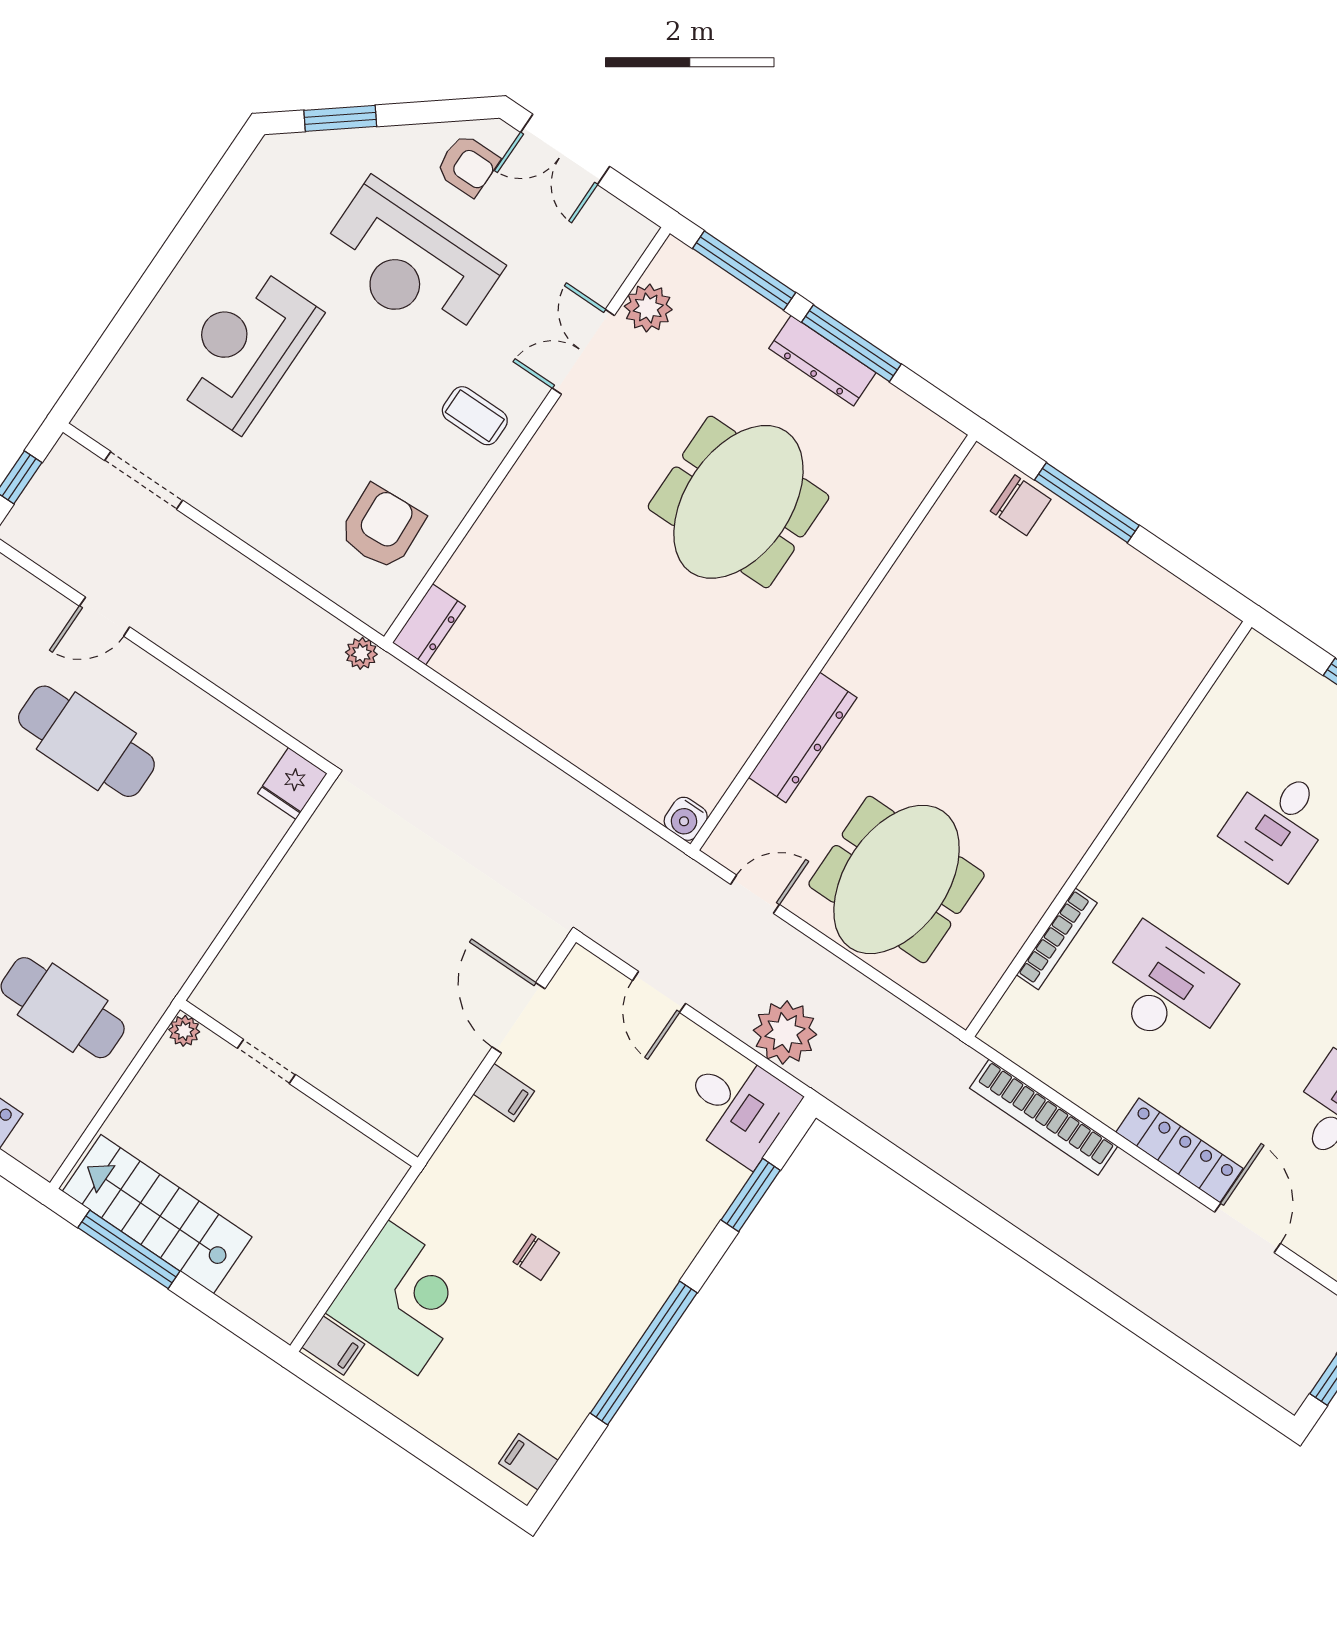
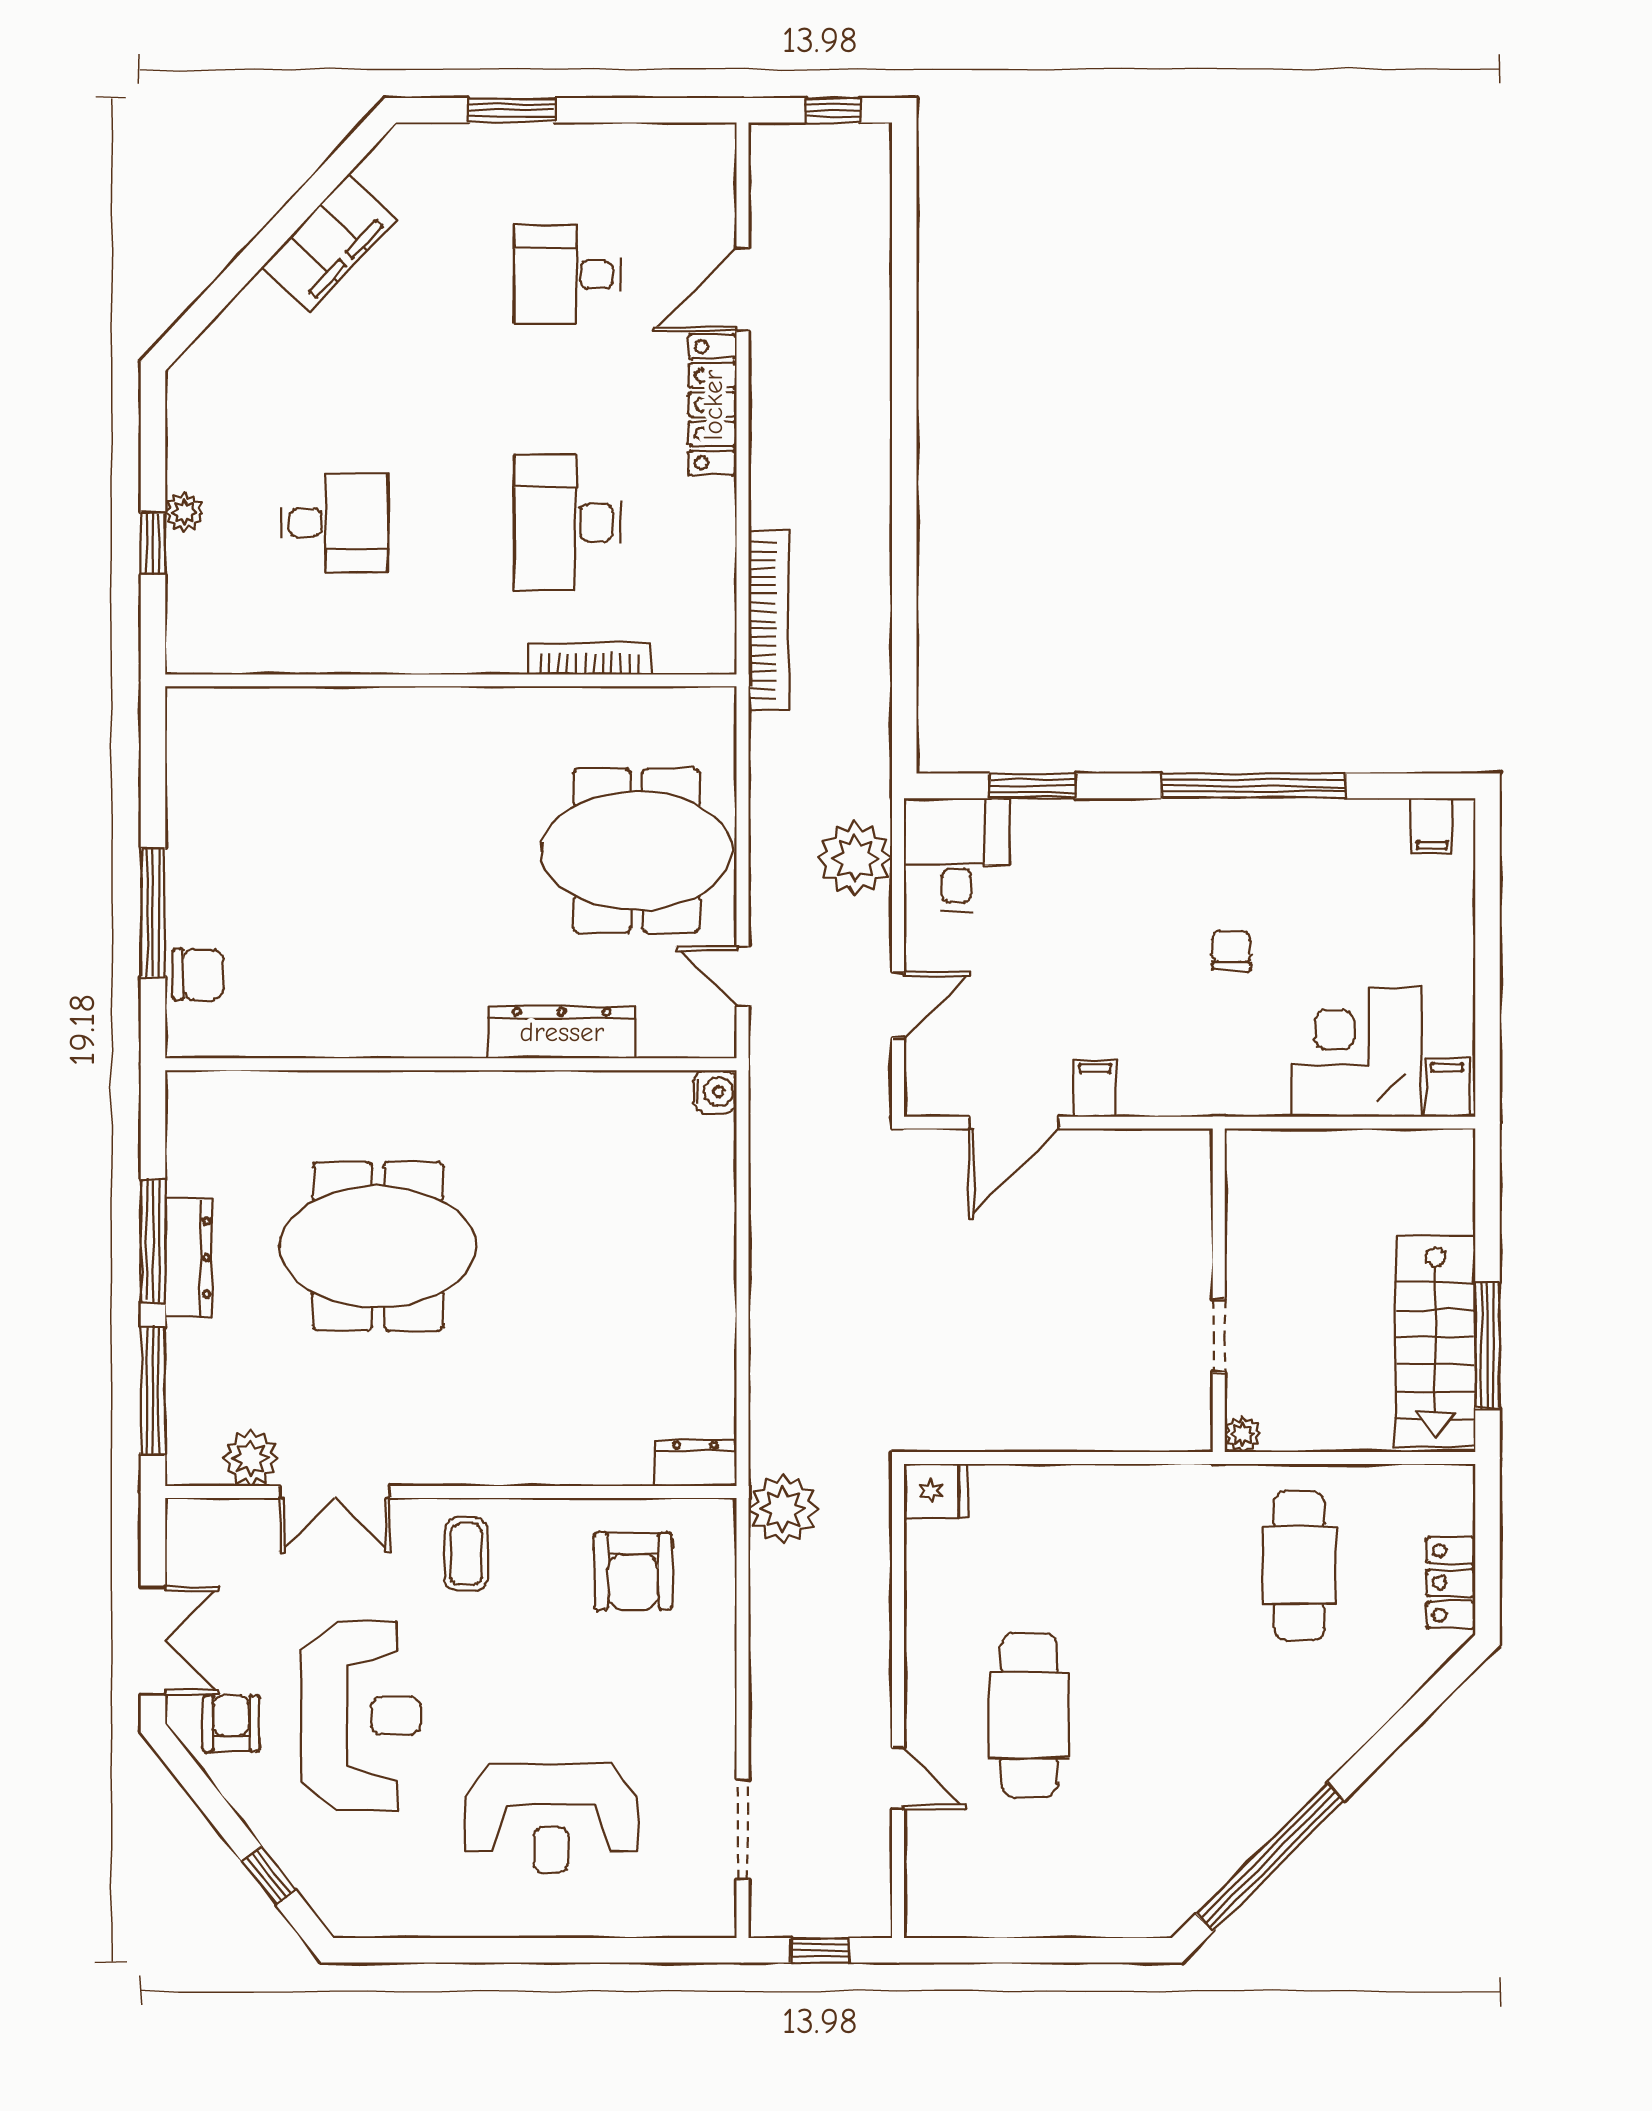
window: (340, 118) -> (269, 1876), width x0.67
chair: (1021, 505) -> (198, 974), turned 90
armchair: (382, 527) -> (633, 1571), turned -87
plant: (361, 653) -> (783, 1509), width x1.88, depth x1.88
bookcase: (1044, 1117) -> (769, 620), moved

